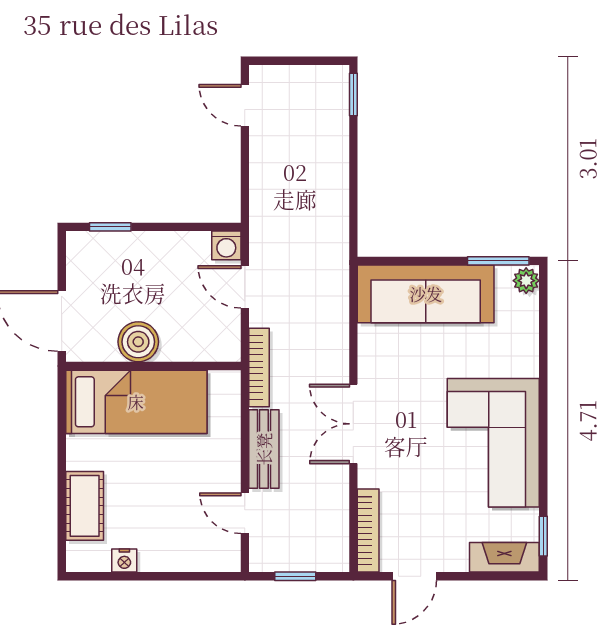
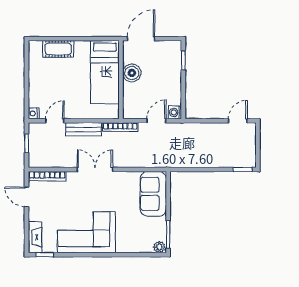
sofa: (426, 294) -> (153, 194), width x0.73
nightstand: (124, 560) -> (34, 113), moved

